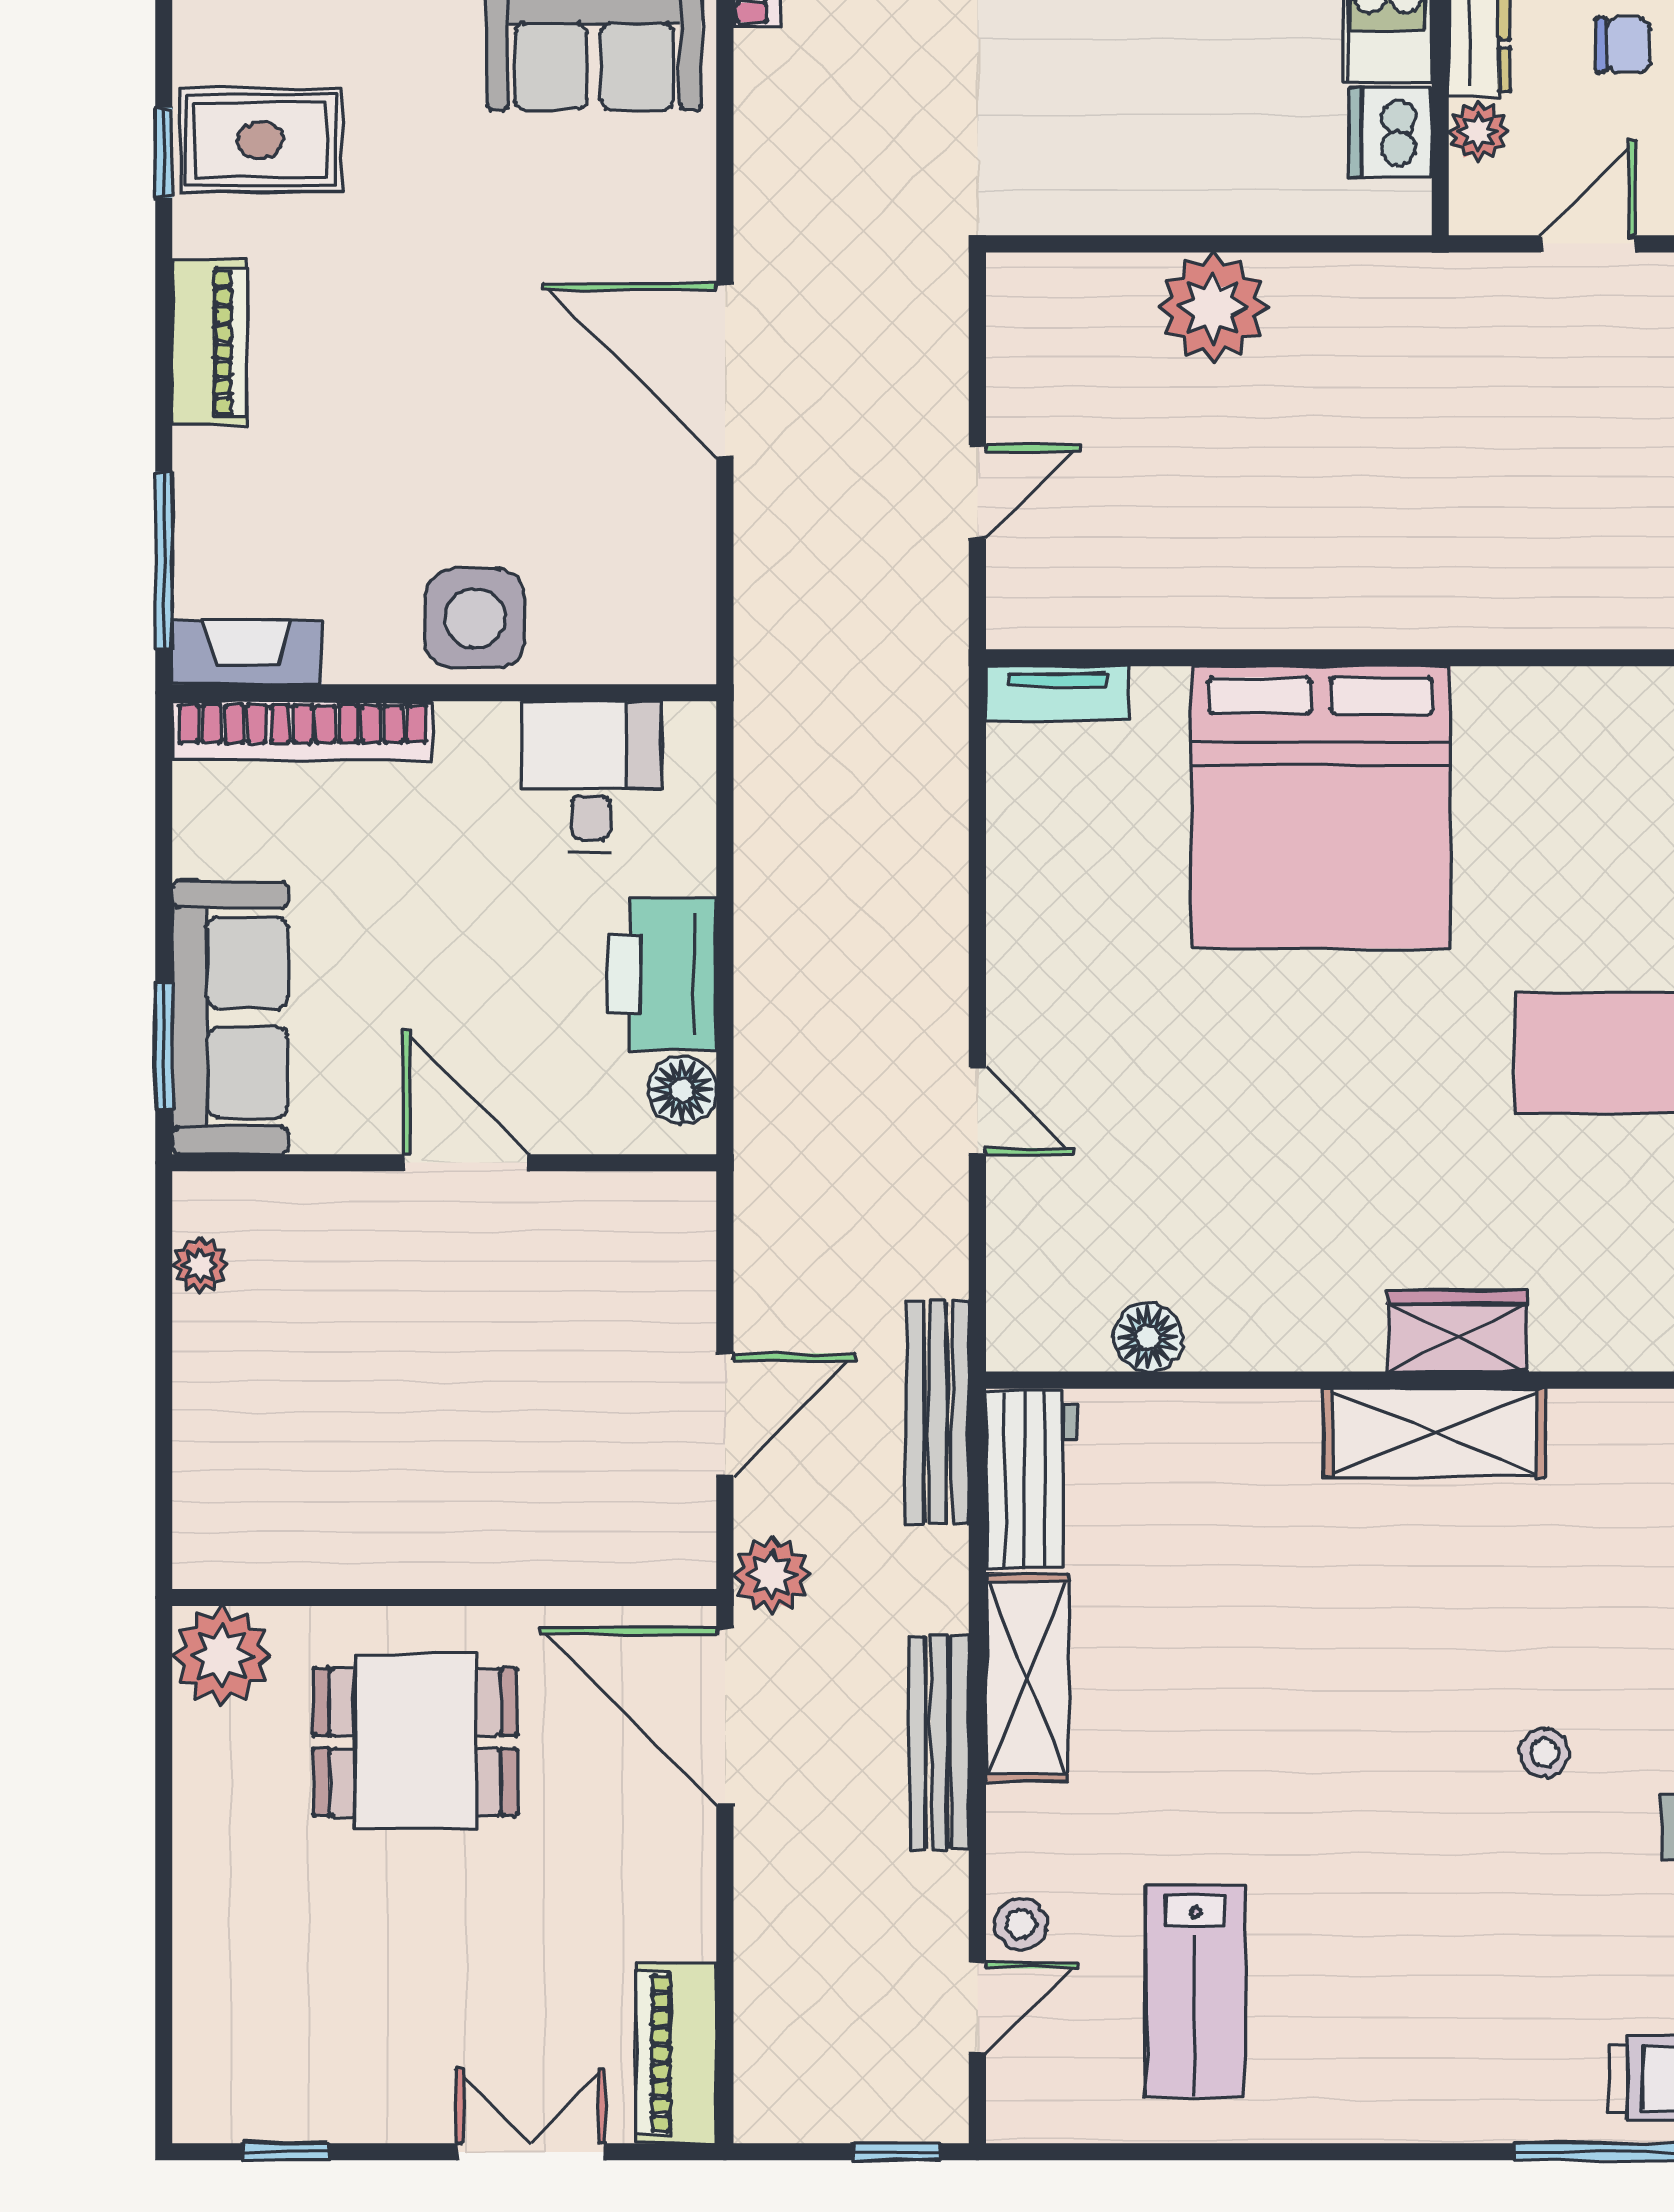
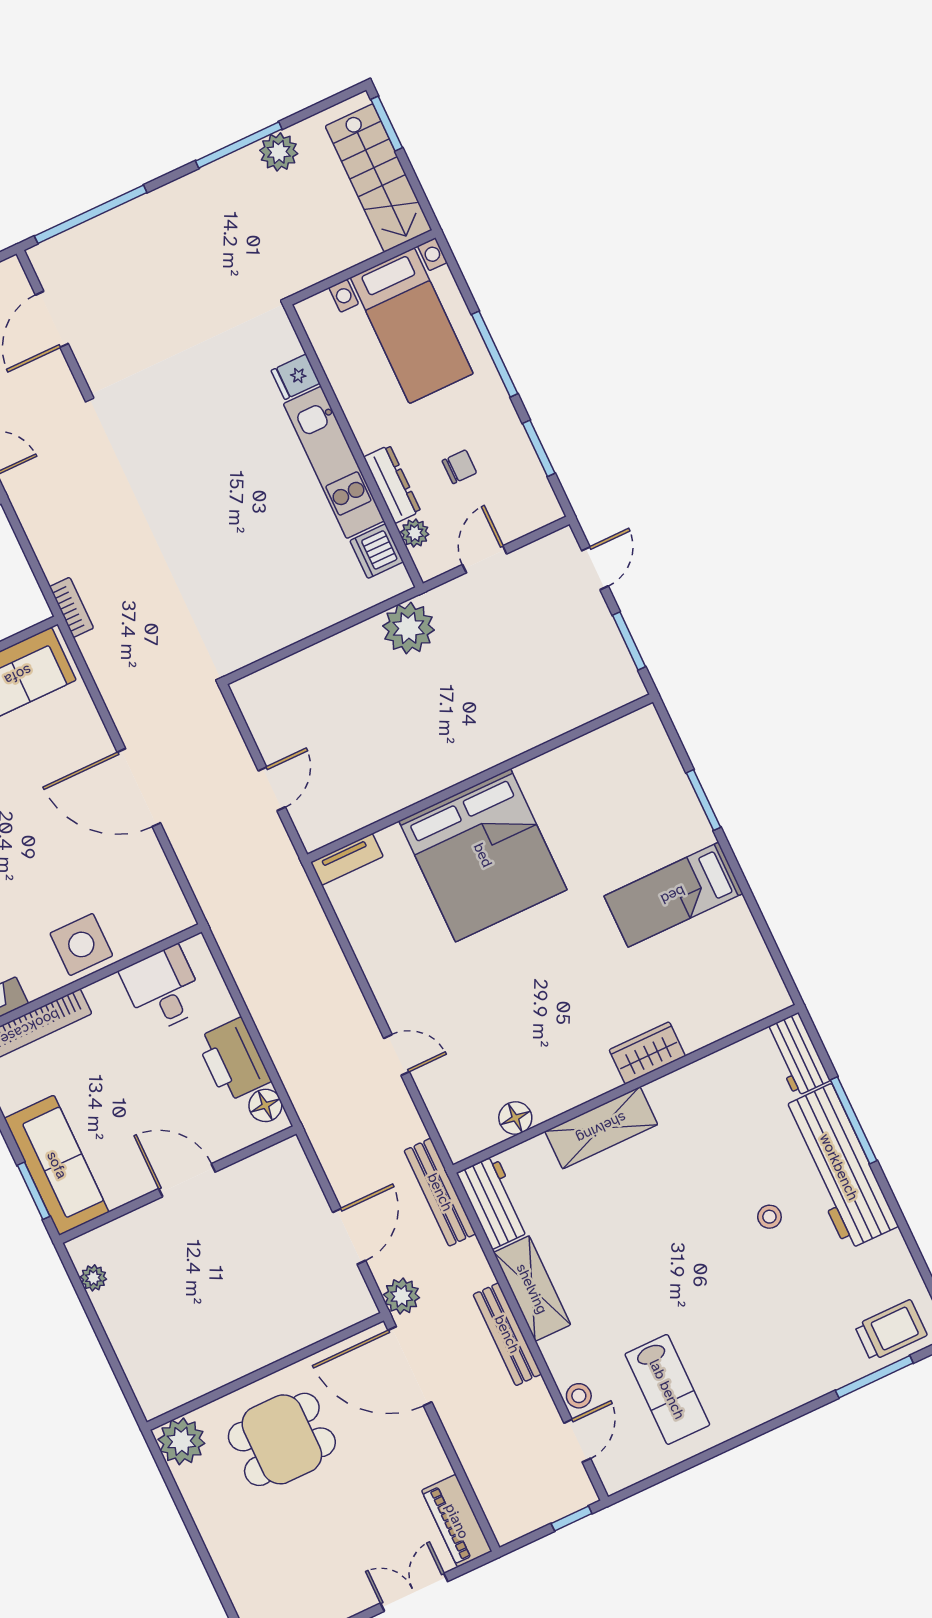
plant: (1213, 307) -> (409, 628), moved
shelving: (1435, 1433) -> (601, 1128), moved

